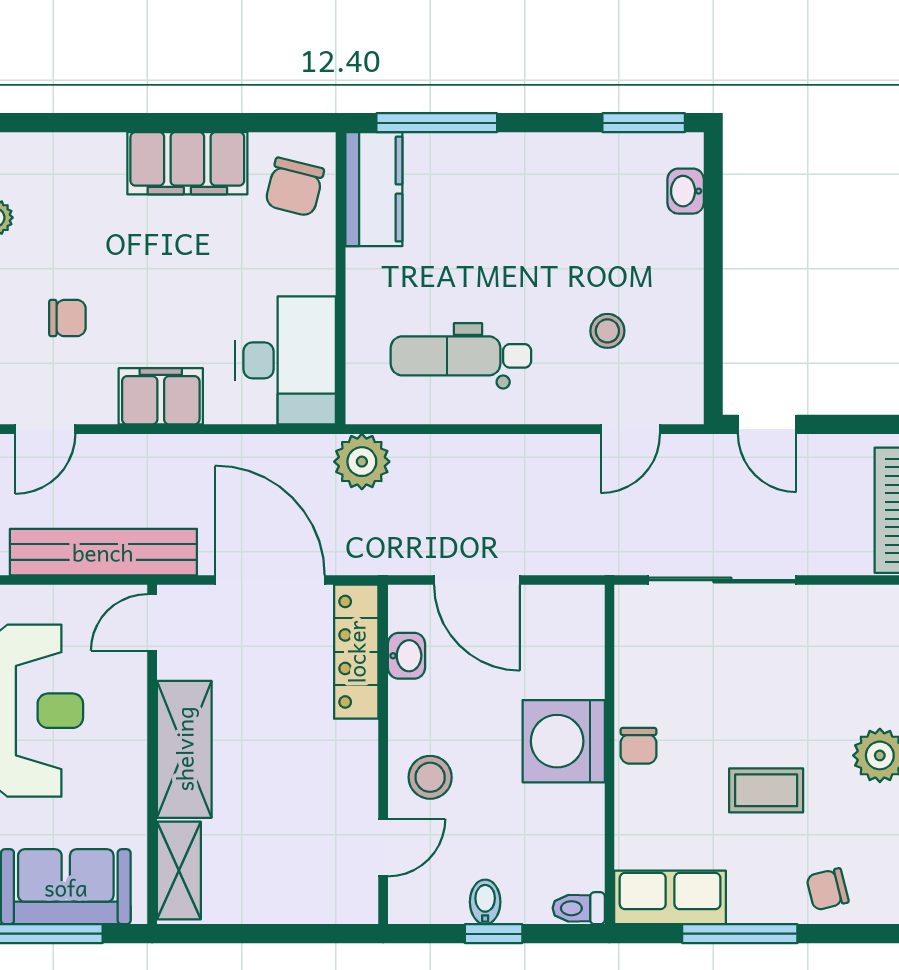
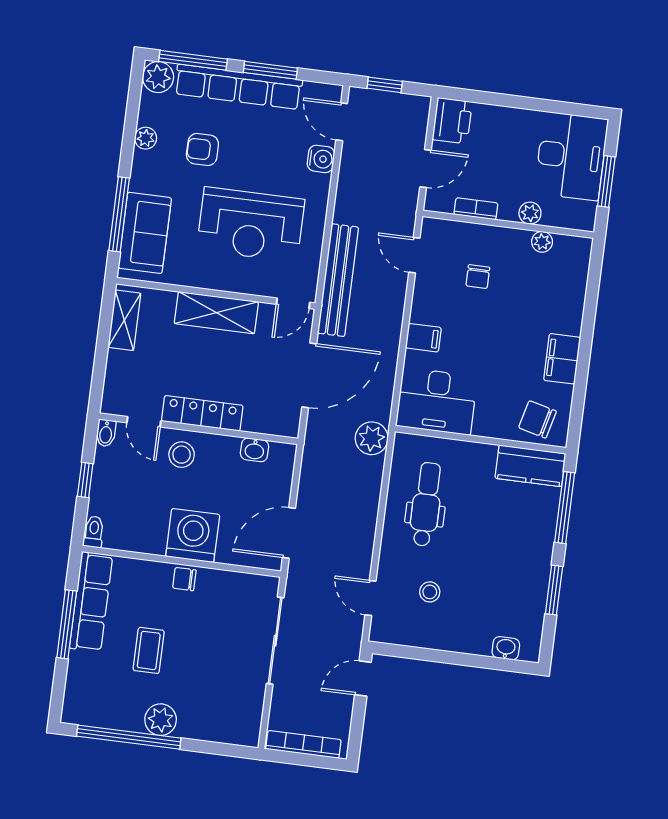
window: (644, 123) -> (554, 590), moved
filing cabinet: (187, 163) -> (562, 359), width x0.67, depth x0.86
filing cabinet: (161, 396) -> (423, 338), width x0.50
door: (477, 580) -> (289, 533), moved
door: (152, 622) -> (293, 303), swing flipped
locker: (356, 652) -> (202, 413), moved
shelving: (179, 871) -> (124, 320), moved, turned 90
chair: (827, 889) -> (86, 679), removed
row of seats: (670, 897) -> (91, 602), width x1.48
bidet: (485, 902) -> (106, 433), moved, turned 90

